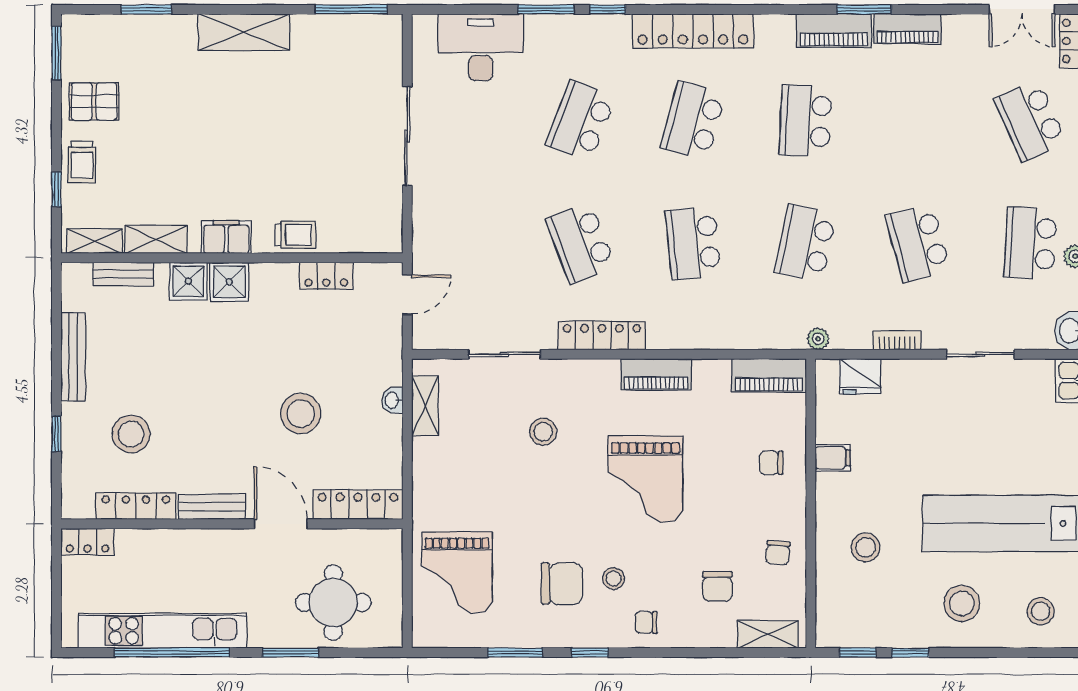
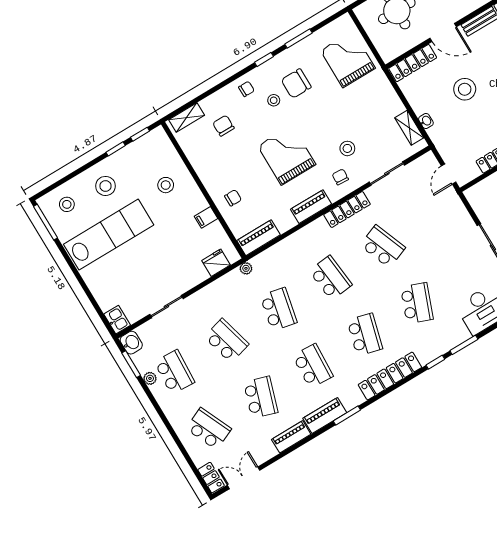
window: (864, 9) -> (347, 416), moved
school desk: (918, 121) -> (261, 397), added
bookcase: (897, 340) -> (209, 290), removed
chair: (778, 553) -> (340, 177), moved

